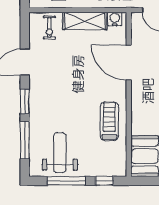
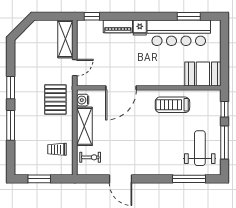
window: (25, 101) -> (155, 179), removed
weight bench: (60, 153) -> (200, 148), turned 90

